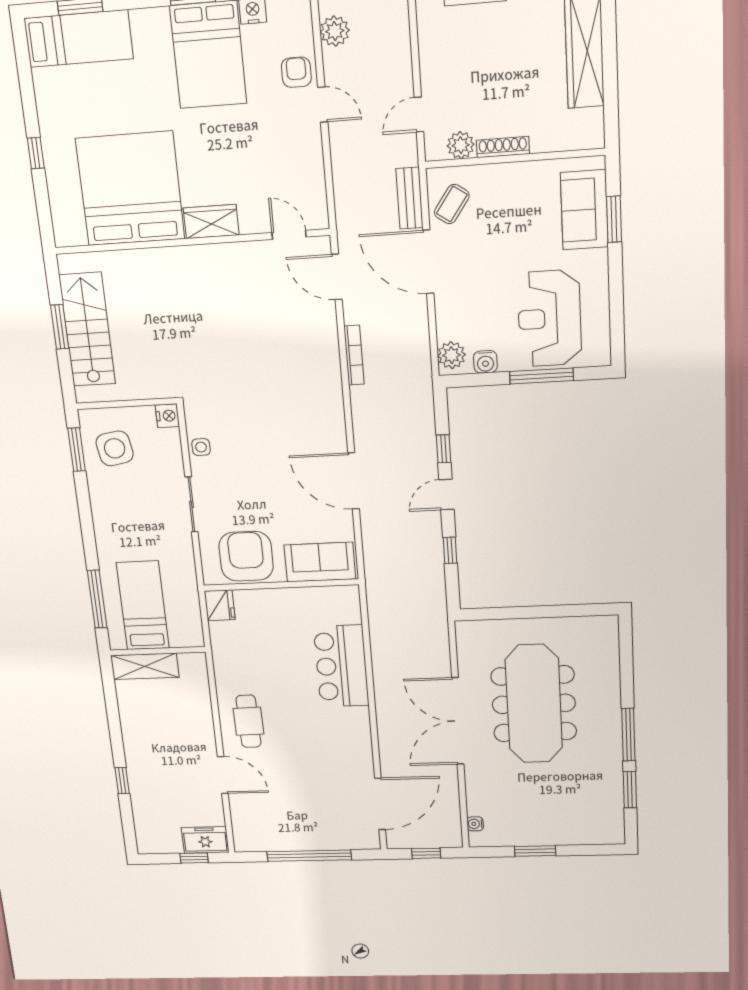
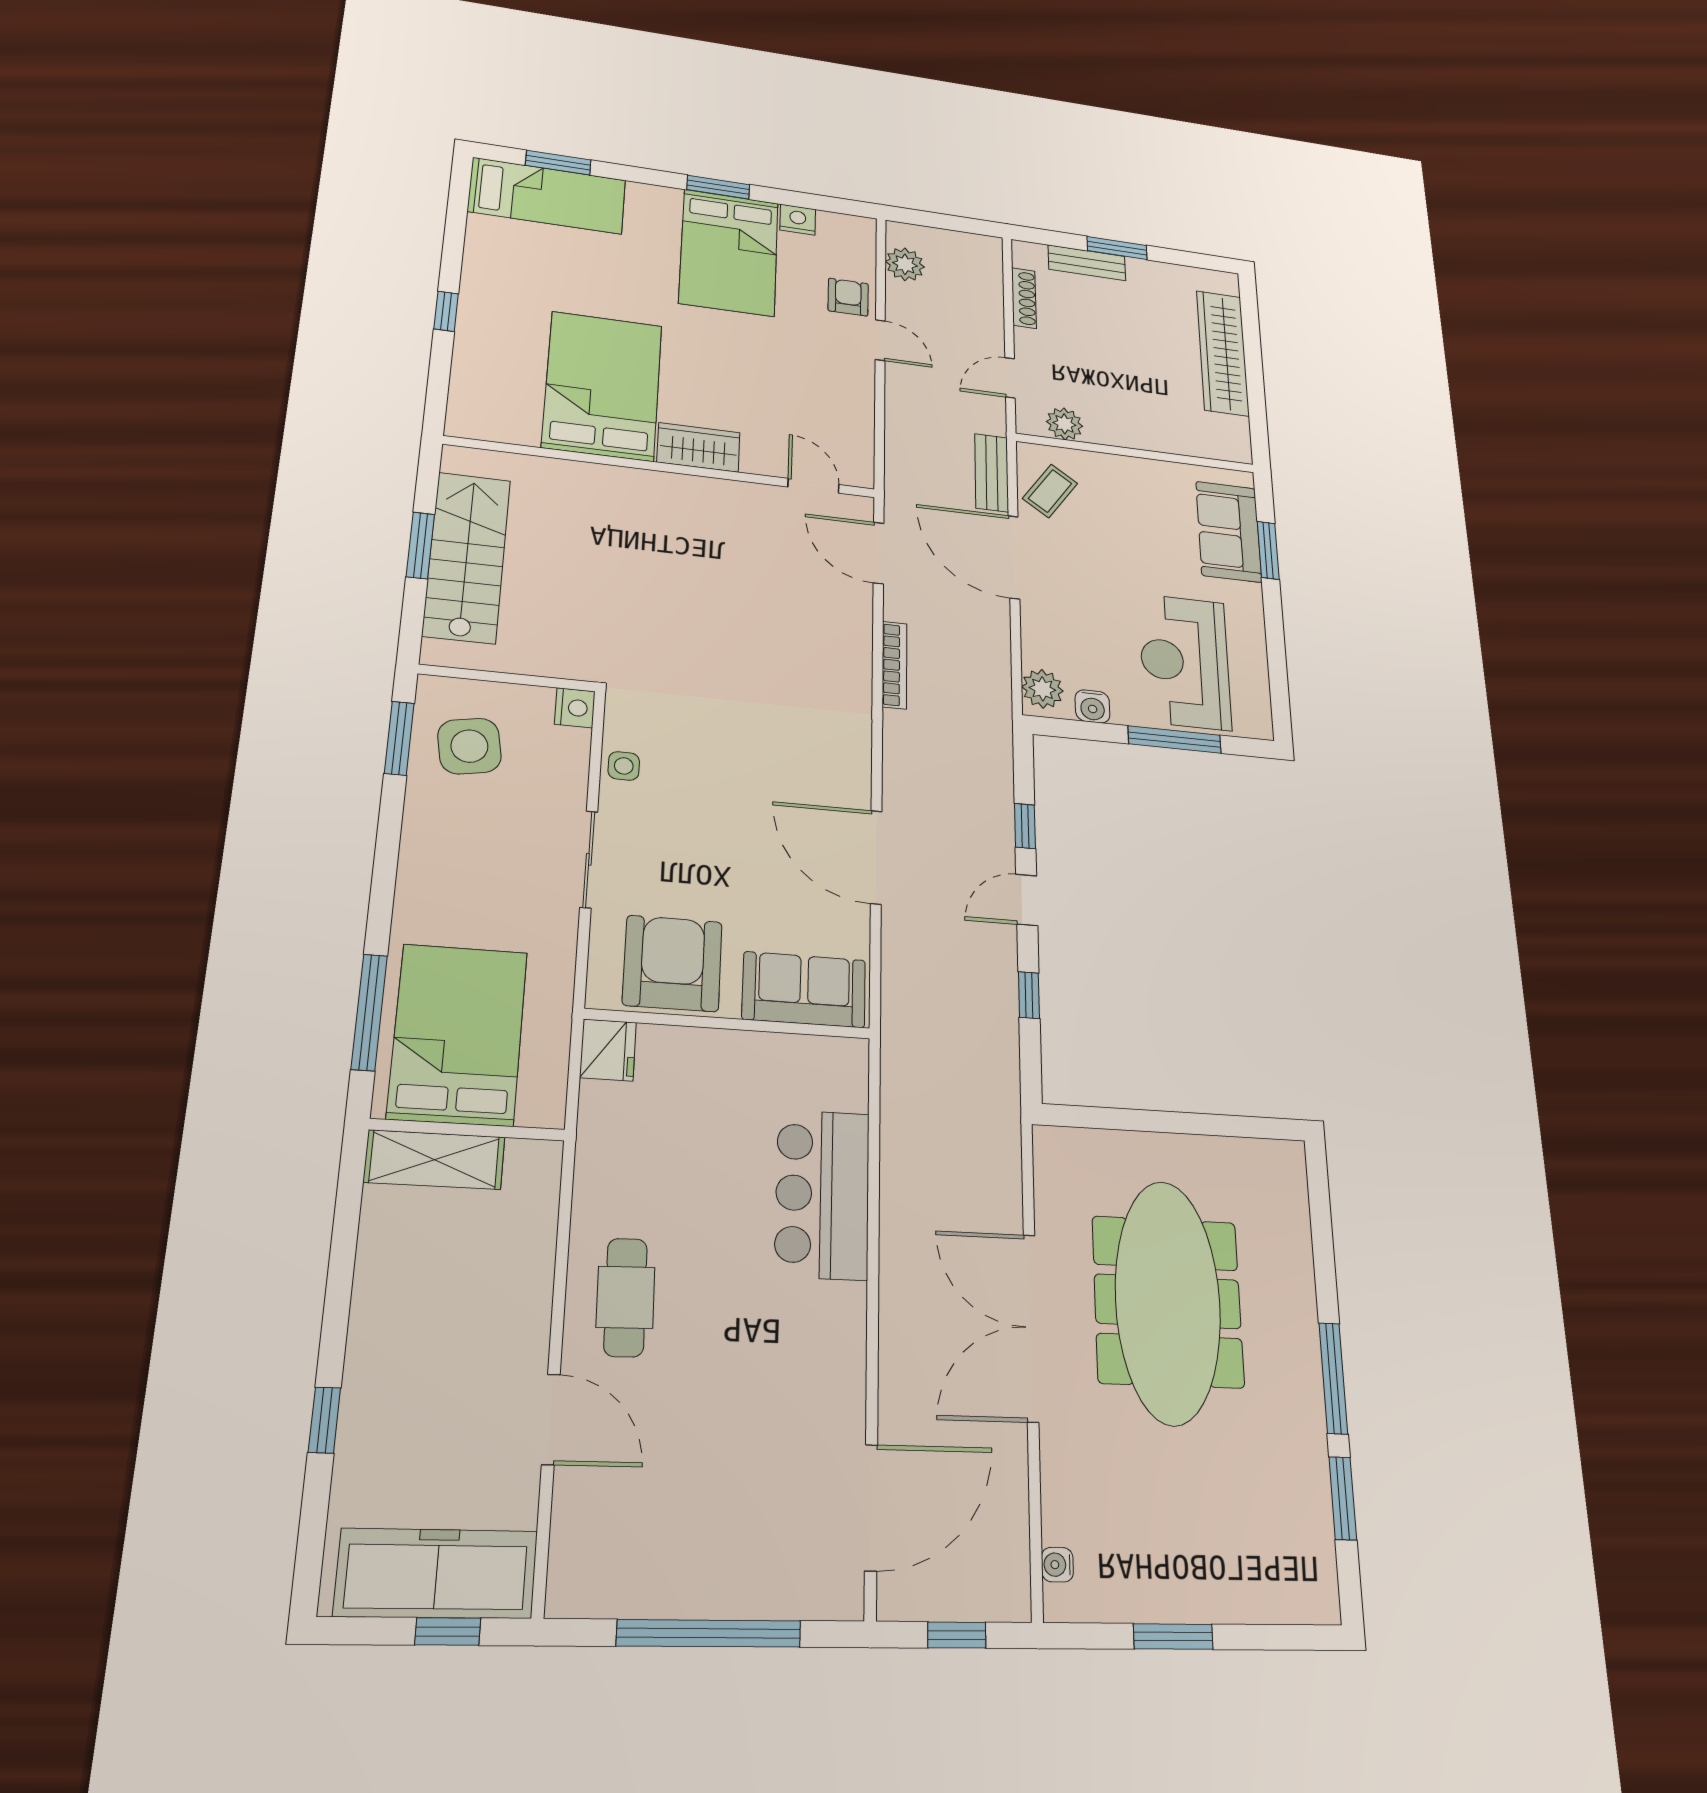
shoe rack: (503, 147) -> (1024, 298), moved, turned 90
bed: (130, 189) -> (602, 386), width x0.73
bed: (143, 605) -> (458, 1034), width x1.50
freezer: (205, 840) -> (436, 1573), width x1.91, depth x1.26

